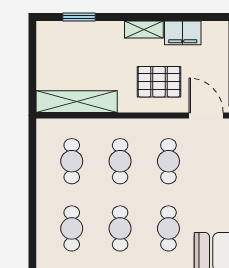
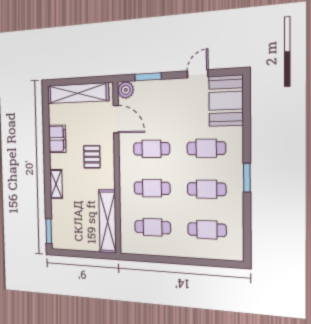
window: (79, 17) -> (49, 231), moved
shelving: (144, 29) -> (56, 184), moved
pallet: (159, 82) -> (92, 157), width x0.67, depth x0.71
door: (206, 115) -> (116, 119), swing flipped

